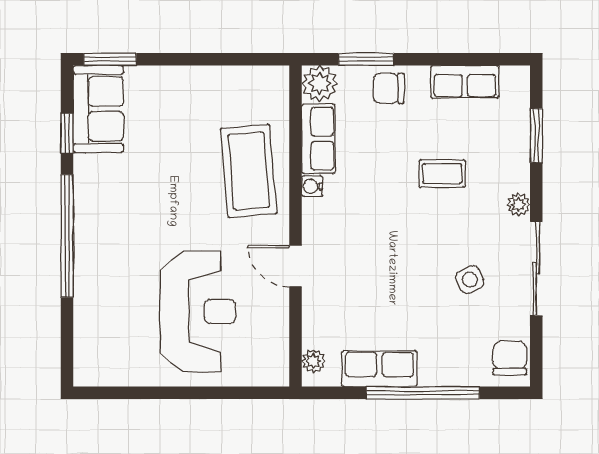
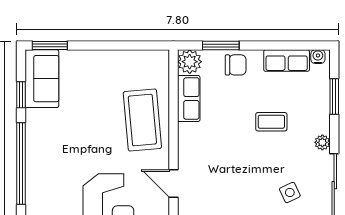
chair: (389, 88) -> (236, 65), turned 180
water cooler: (312, 186) -> (318, 57), moved, turned 90

